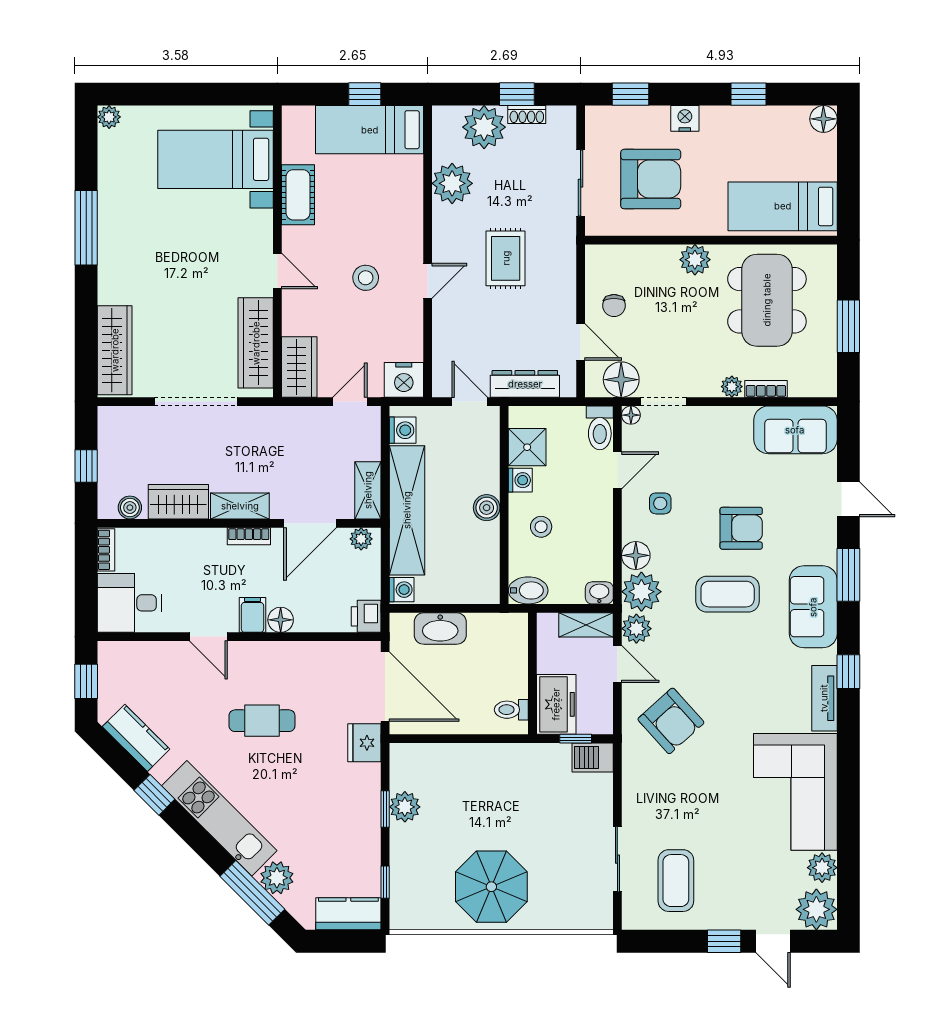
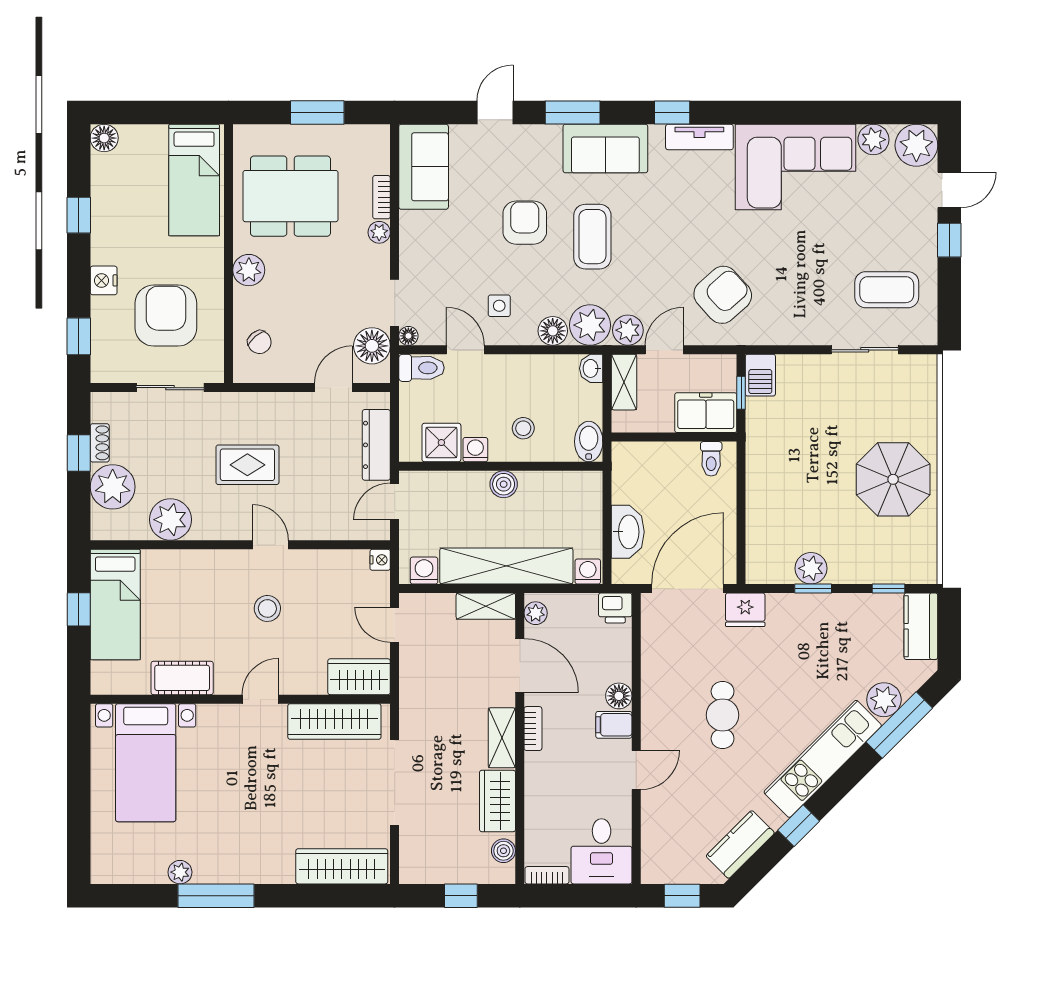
plant: (109, 117) -> (180, 872), moved
chair: (614, 306) -> (259, 342), moved, turned 50
nightstand: (404, 380) -> (380, 560), width x0.53, depth x0.56

